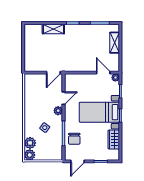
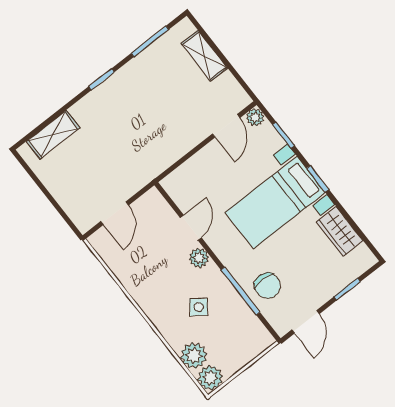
shelving: (53, 29) -> (53, 135), moved
door: (53, 73) -> (115, 213), moved
door: (103, 73) -> (226, 126), swing flipped

